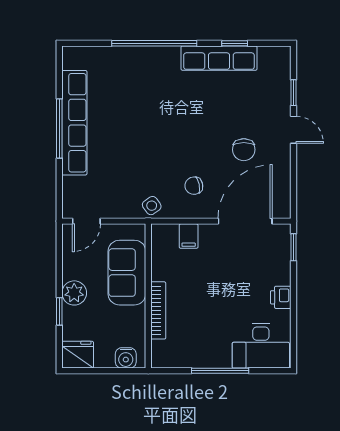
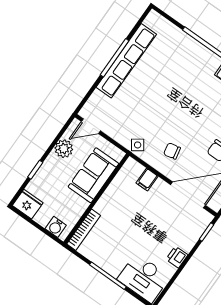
plant: (74, 293) -> (64, 149), moved
bookcase: (158, 310) -> (84, 230), moved

